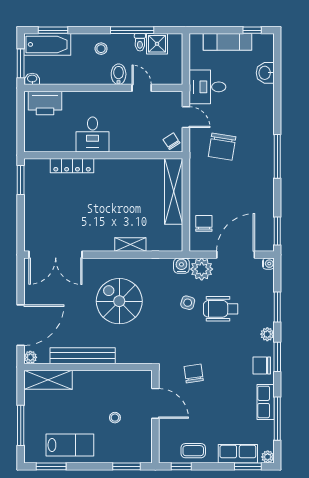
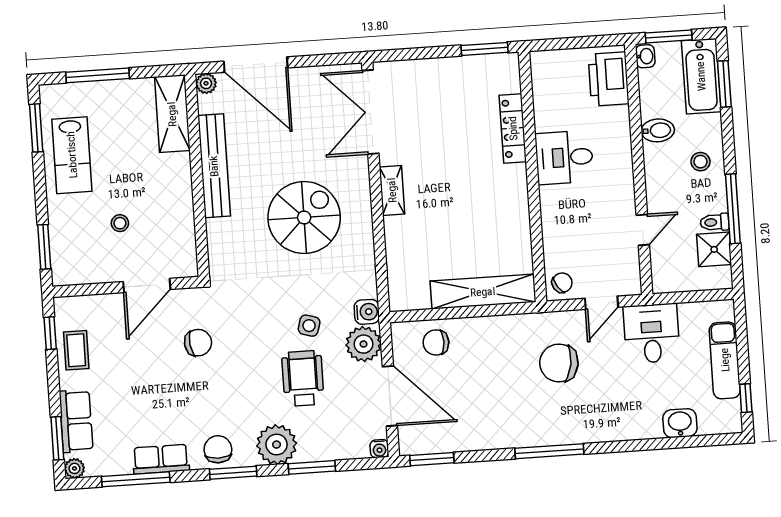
bidet: (119, 74) -> (658, 130), moved
chair: (204, 223) -> (436, 342), turned 180
shelving: (130, 245) -> (392, 190), moved
plant: (267, 334) -> (277, 445), width x1.88, depth x1.88

